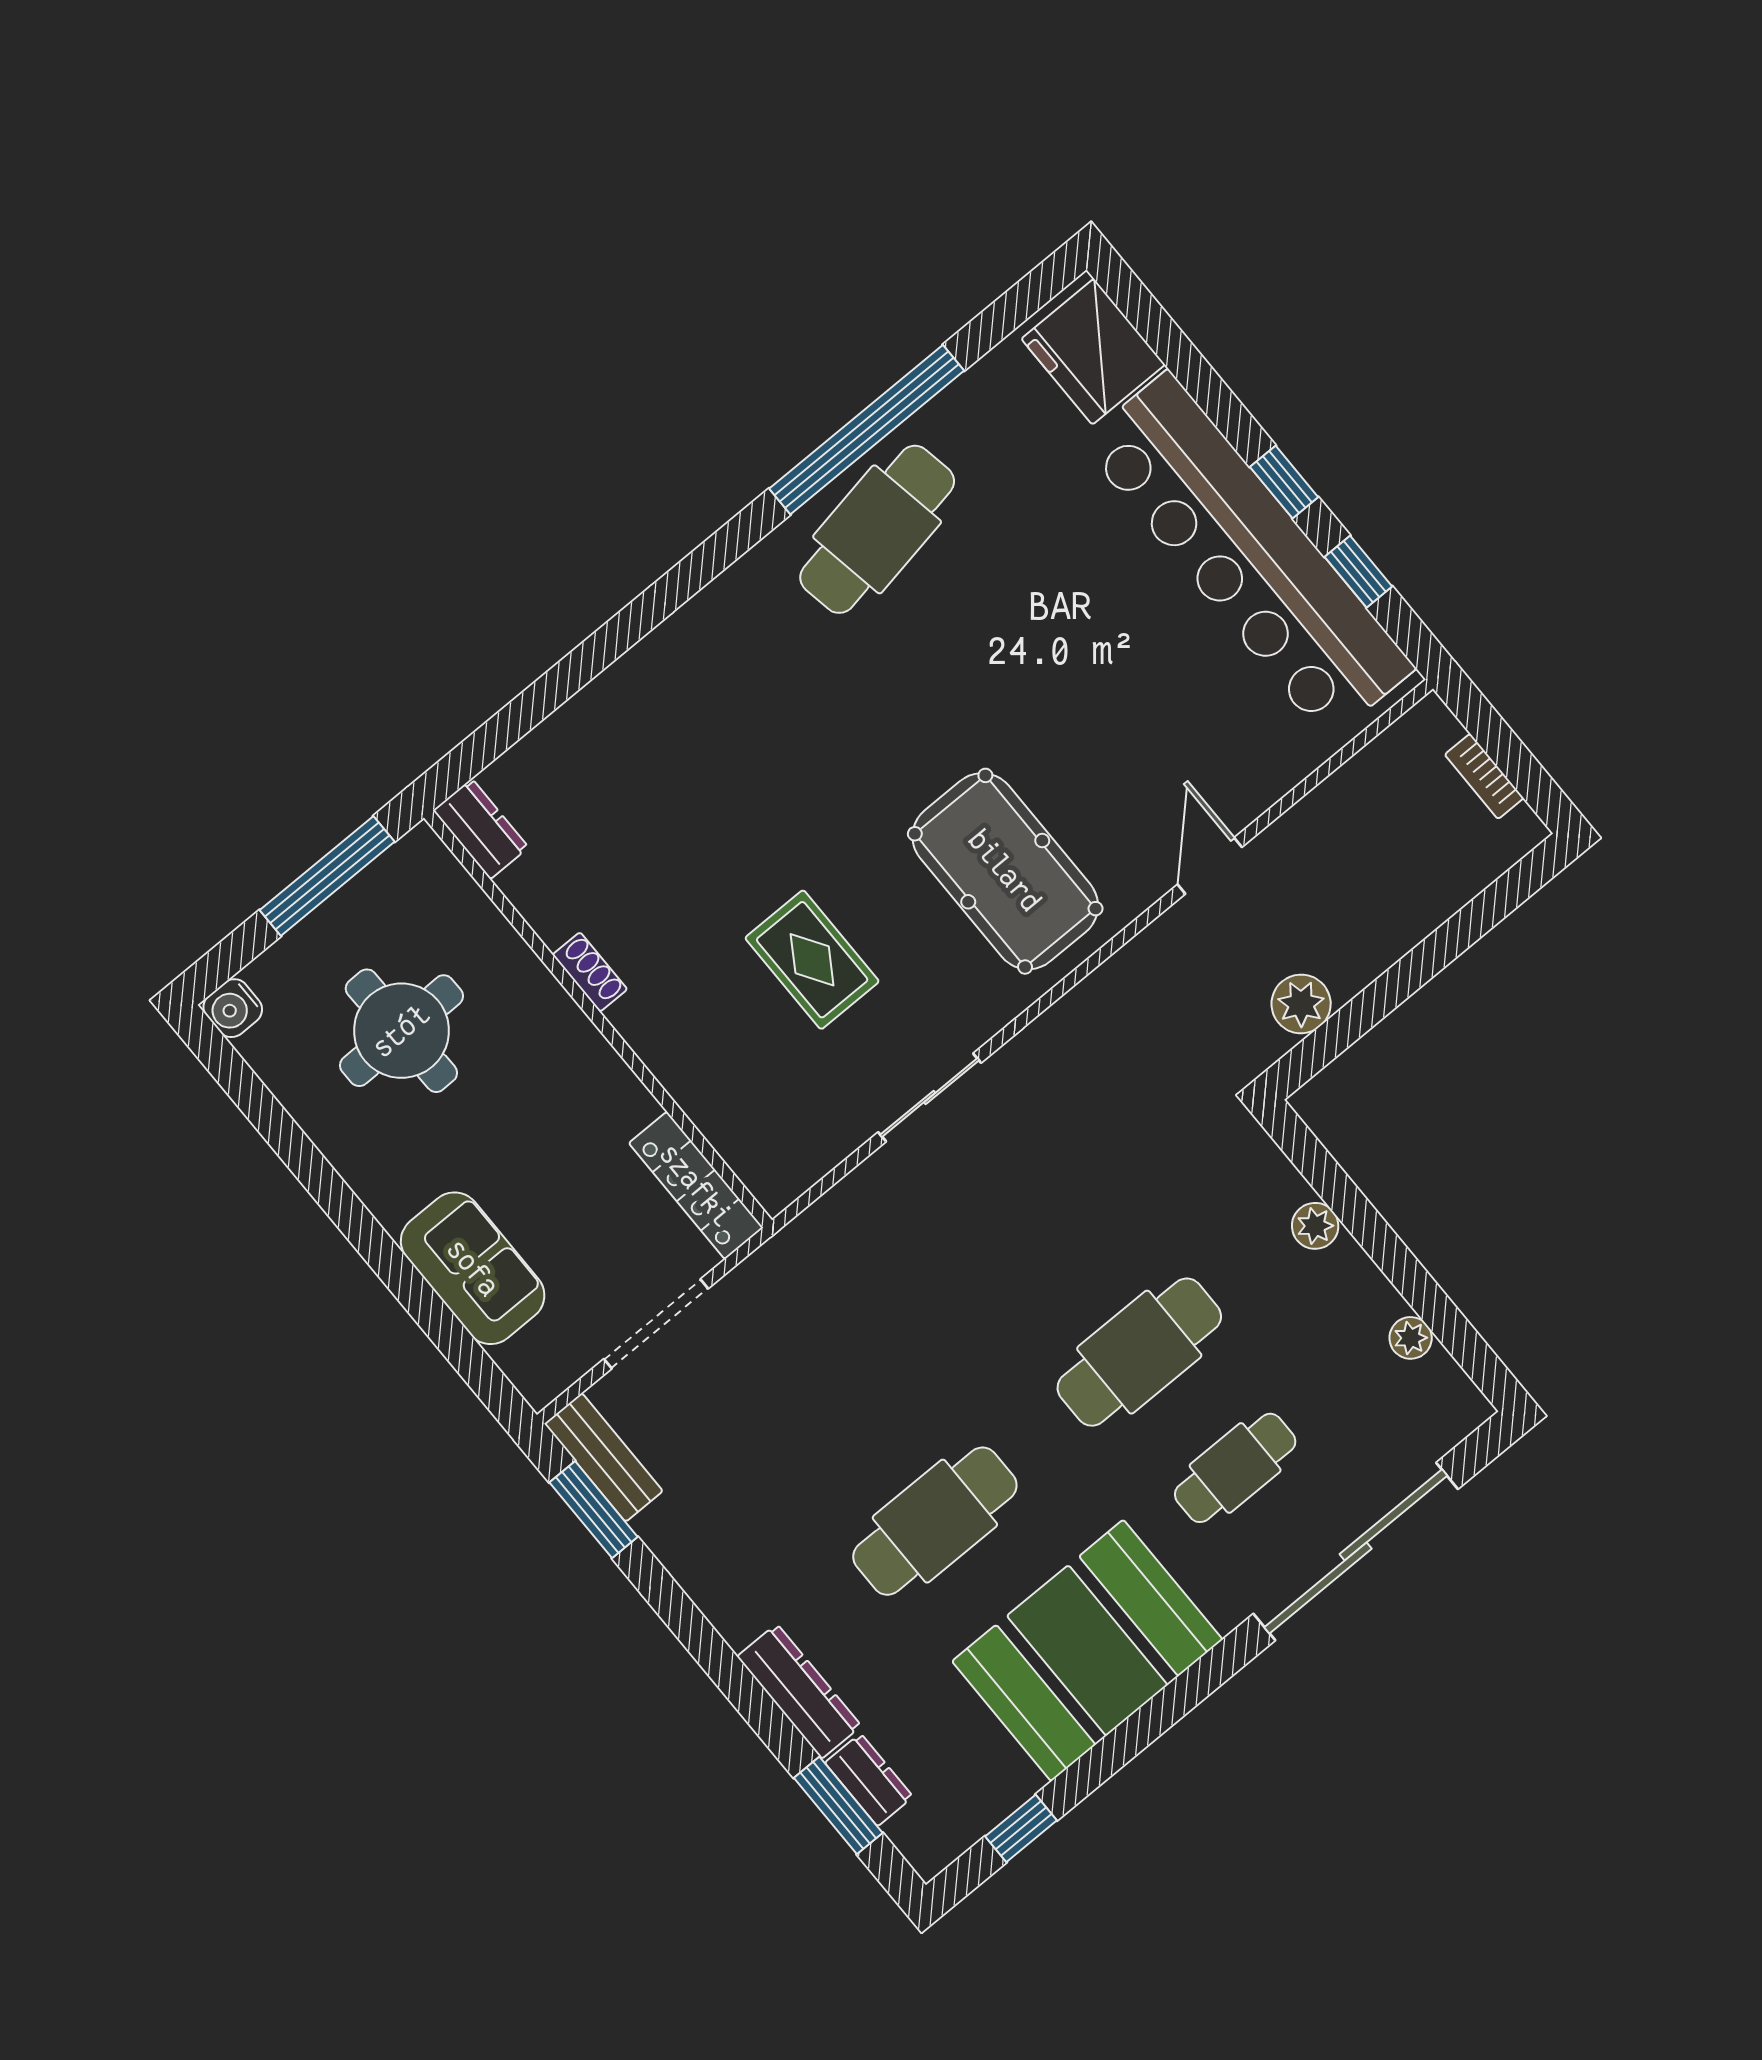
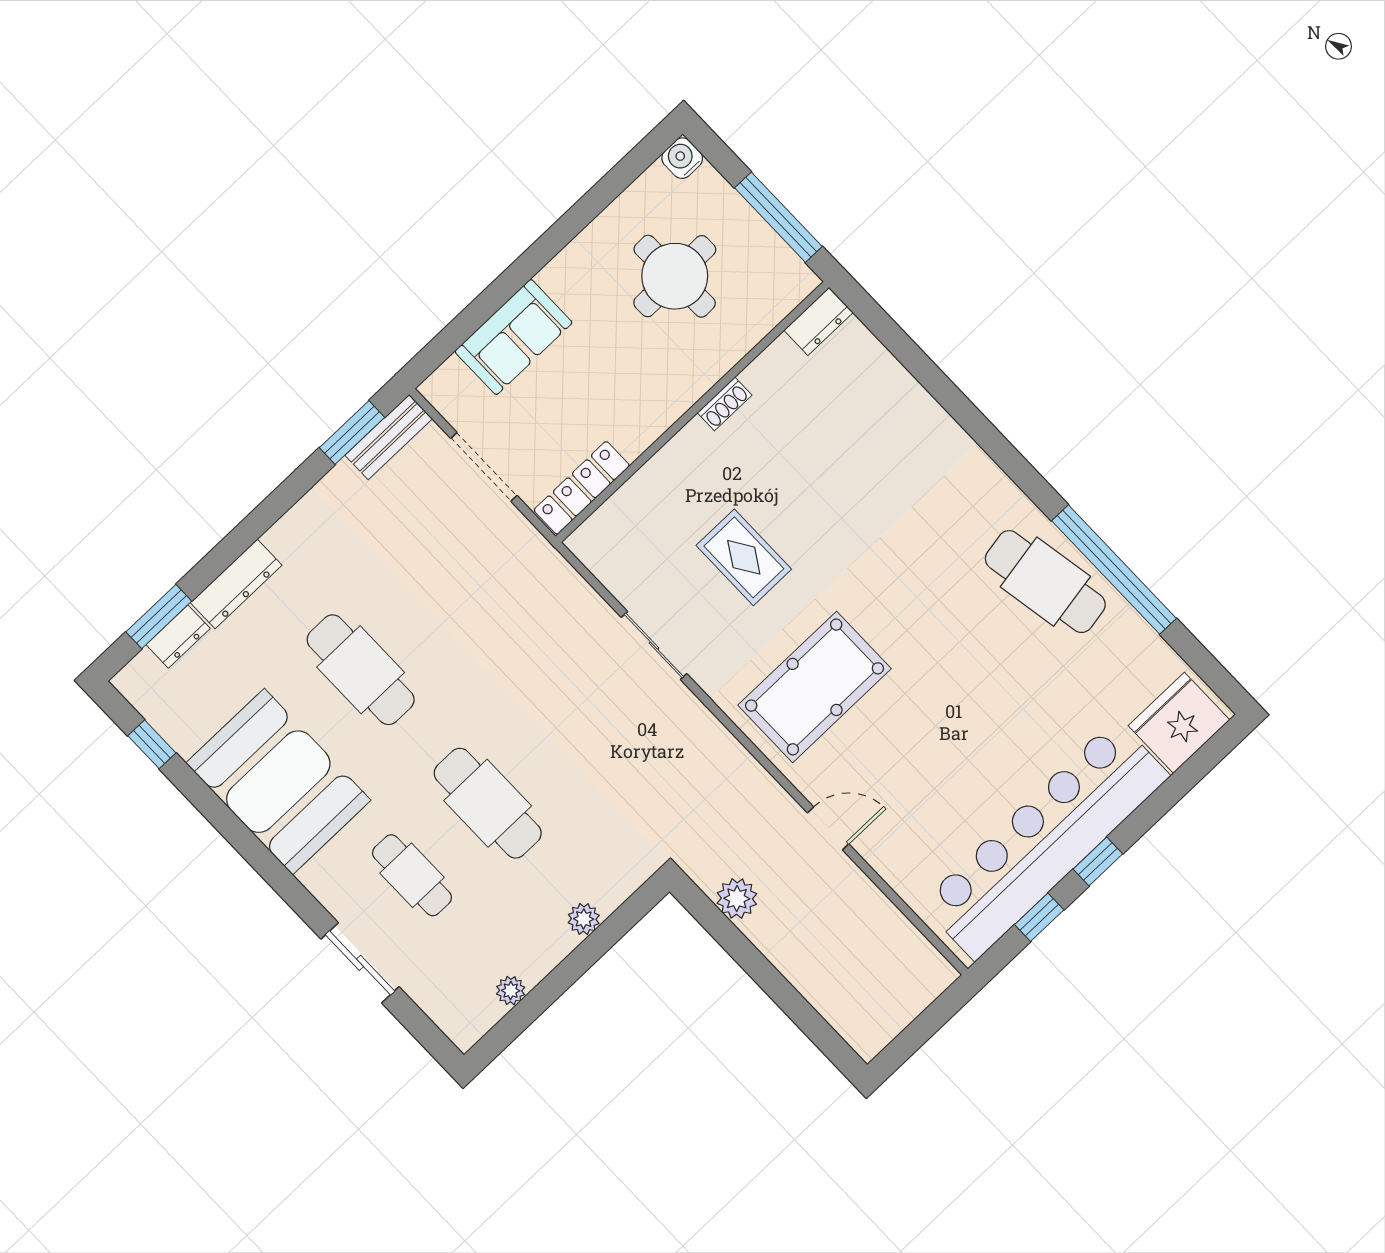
bookcase: (1484, 776) -> (904, 1014), removed
rug: (812, 960) -> (744, 557), turned 90
sliding door: (1356, 1551) -> (360, 963), width x0.54

